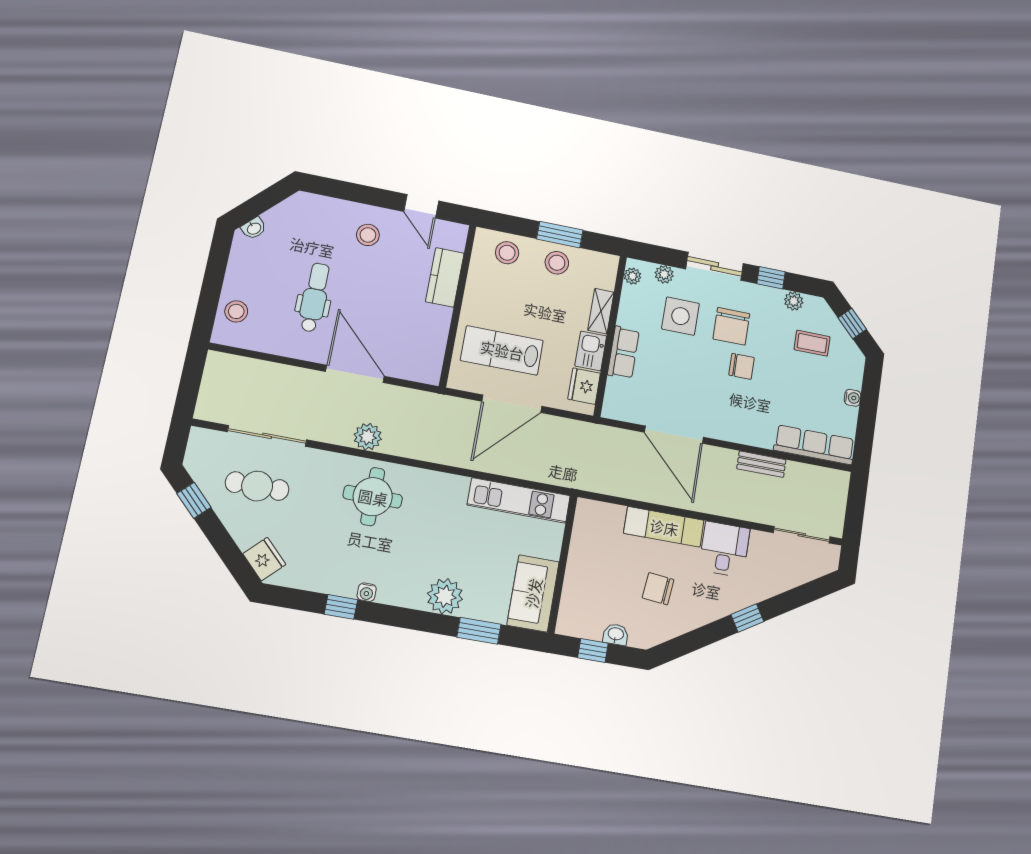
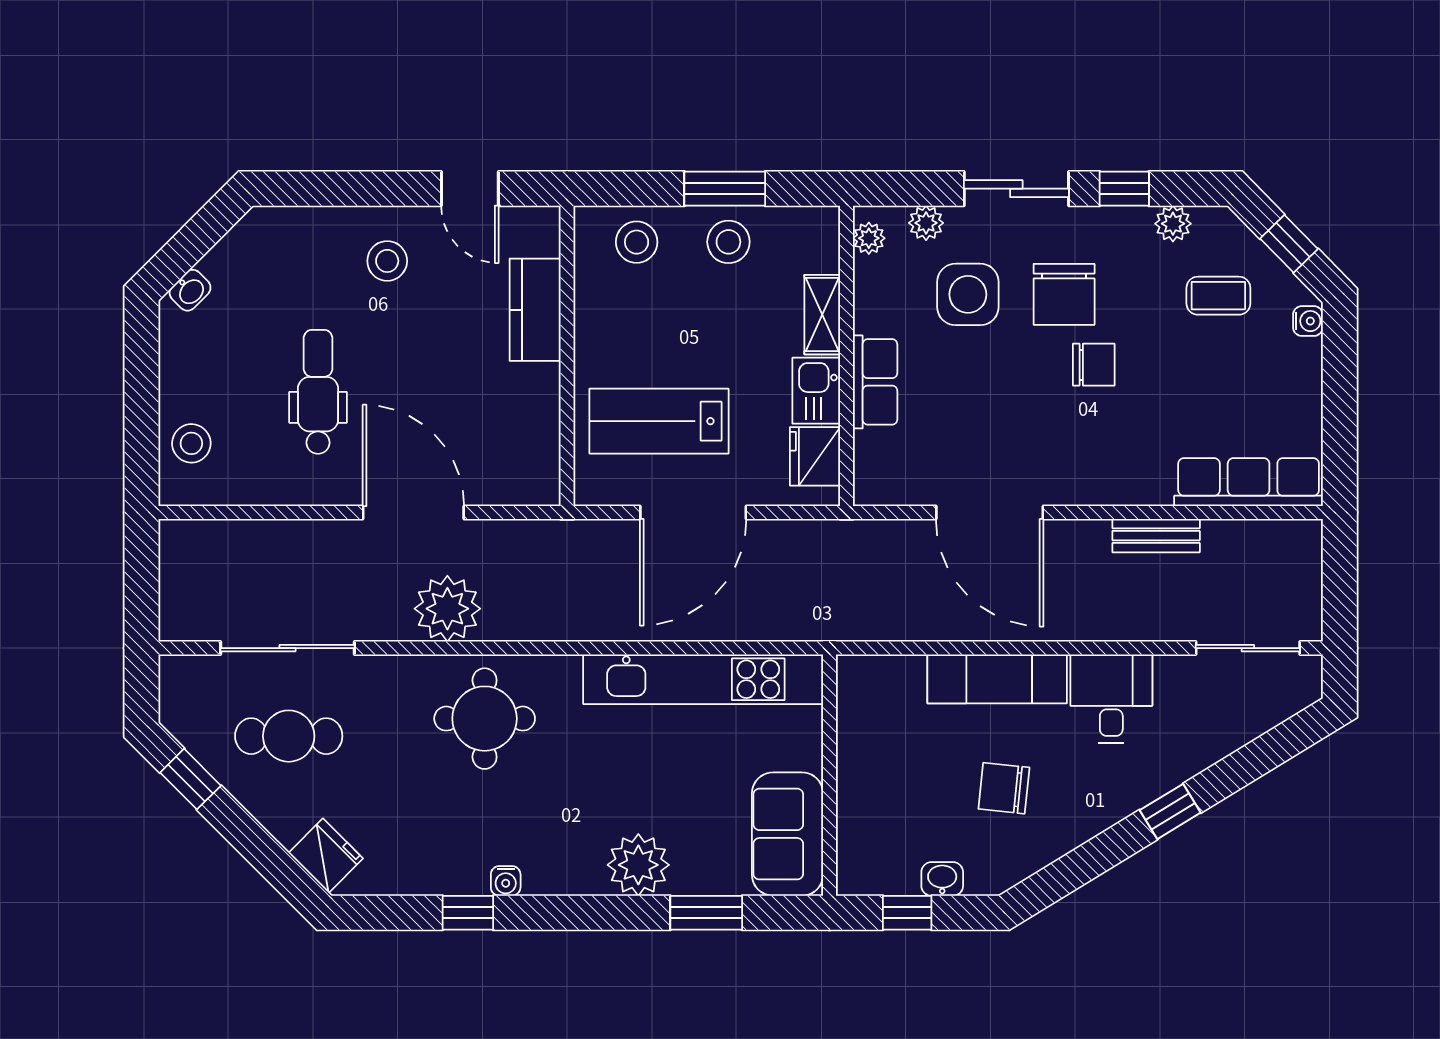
water cooler: (853, 398) -> (1308, 321), moved
plant: (368, 437) -> (447, 609), width x1.36, depth x1.36
kitchen unit: (519, 500) -> (703, 679), width x1.36

